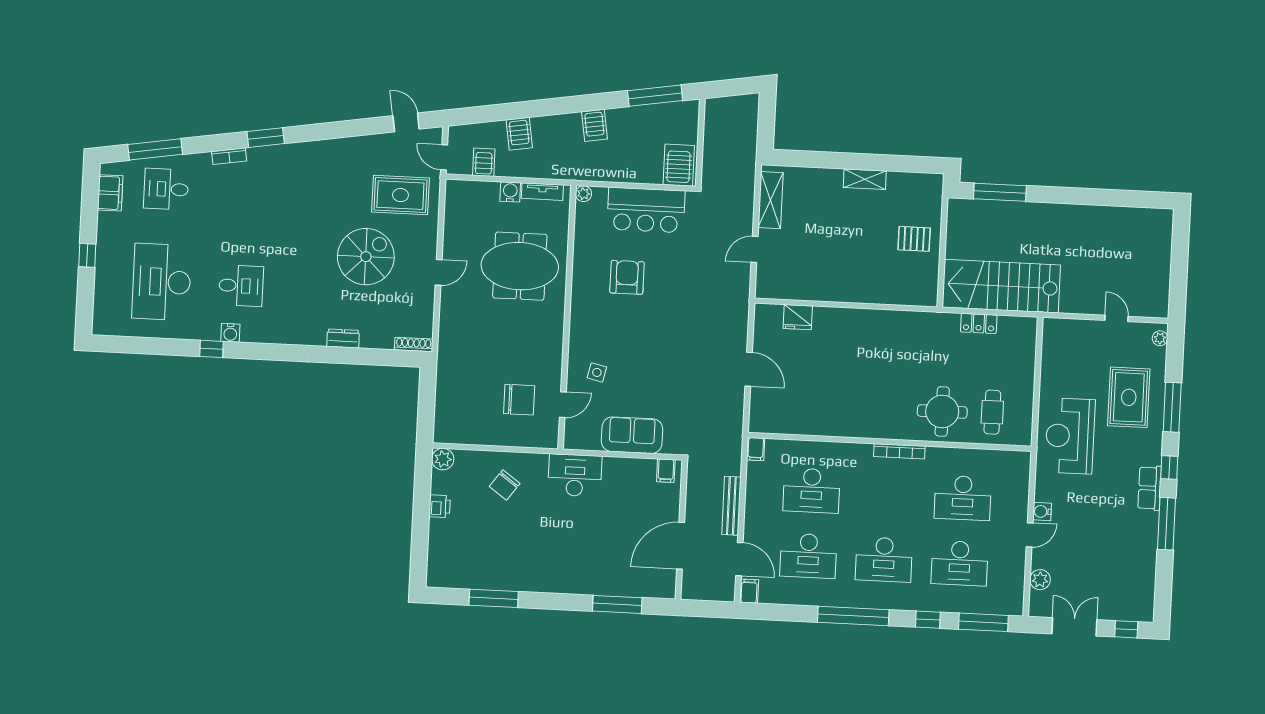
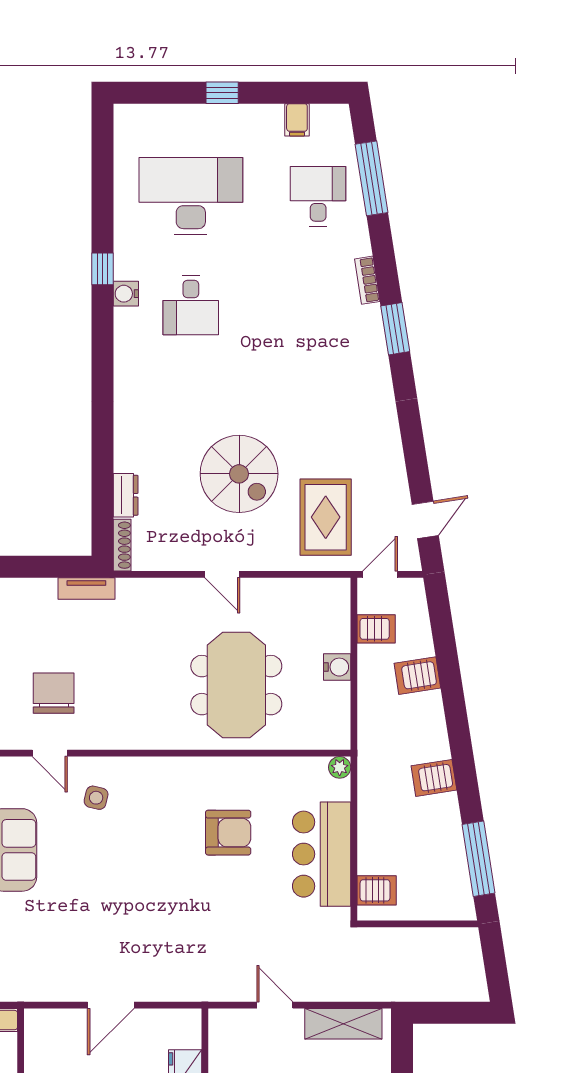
server rack: (679, 165) -> (377, 890), width x0.73, depth x0.70
tv unit: (542, 192) -> (86, 588), moved, turned -90
filing cabinet: (110, 193) -> (297, 120), width x0.50
dresser: (343, 338) -> (126, 495), moved
chair: (519, 400) -> (54, 693), turned 180

